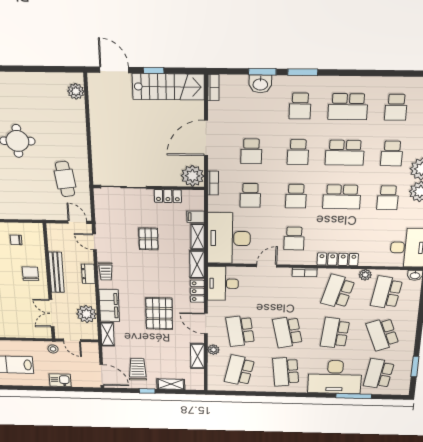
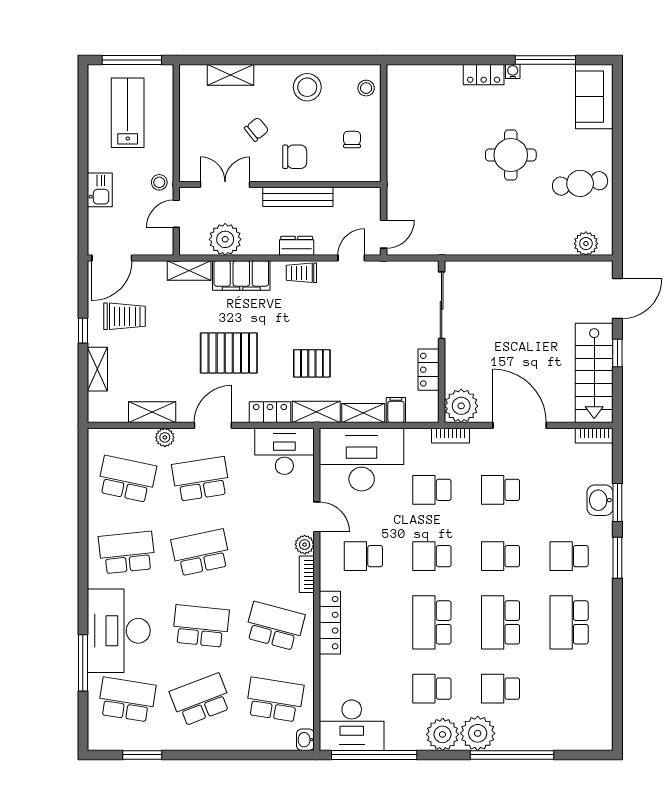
school desk: (396, 107) -> (569, 689), removed
cafe table: (65, 179) -> (580, 183), moved
pallet: (148, 239) -> (312, 363), moved
plant: (365, 275) -> (305, 545), moved
chair: (15, 295) -> (256, 129), added

